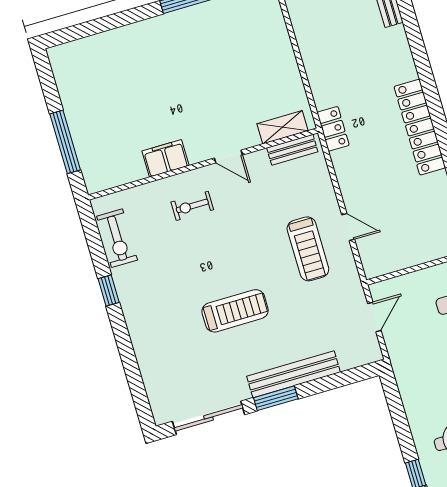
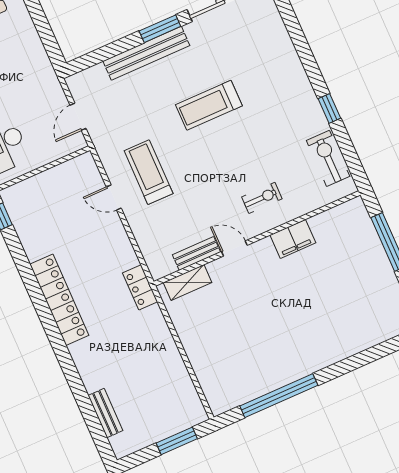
bench: (292, 150) -> (196, 253), moved

